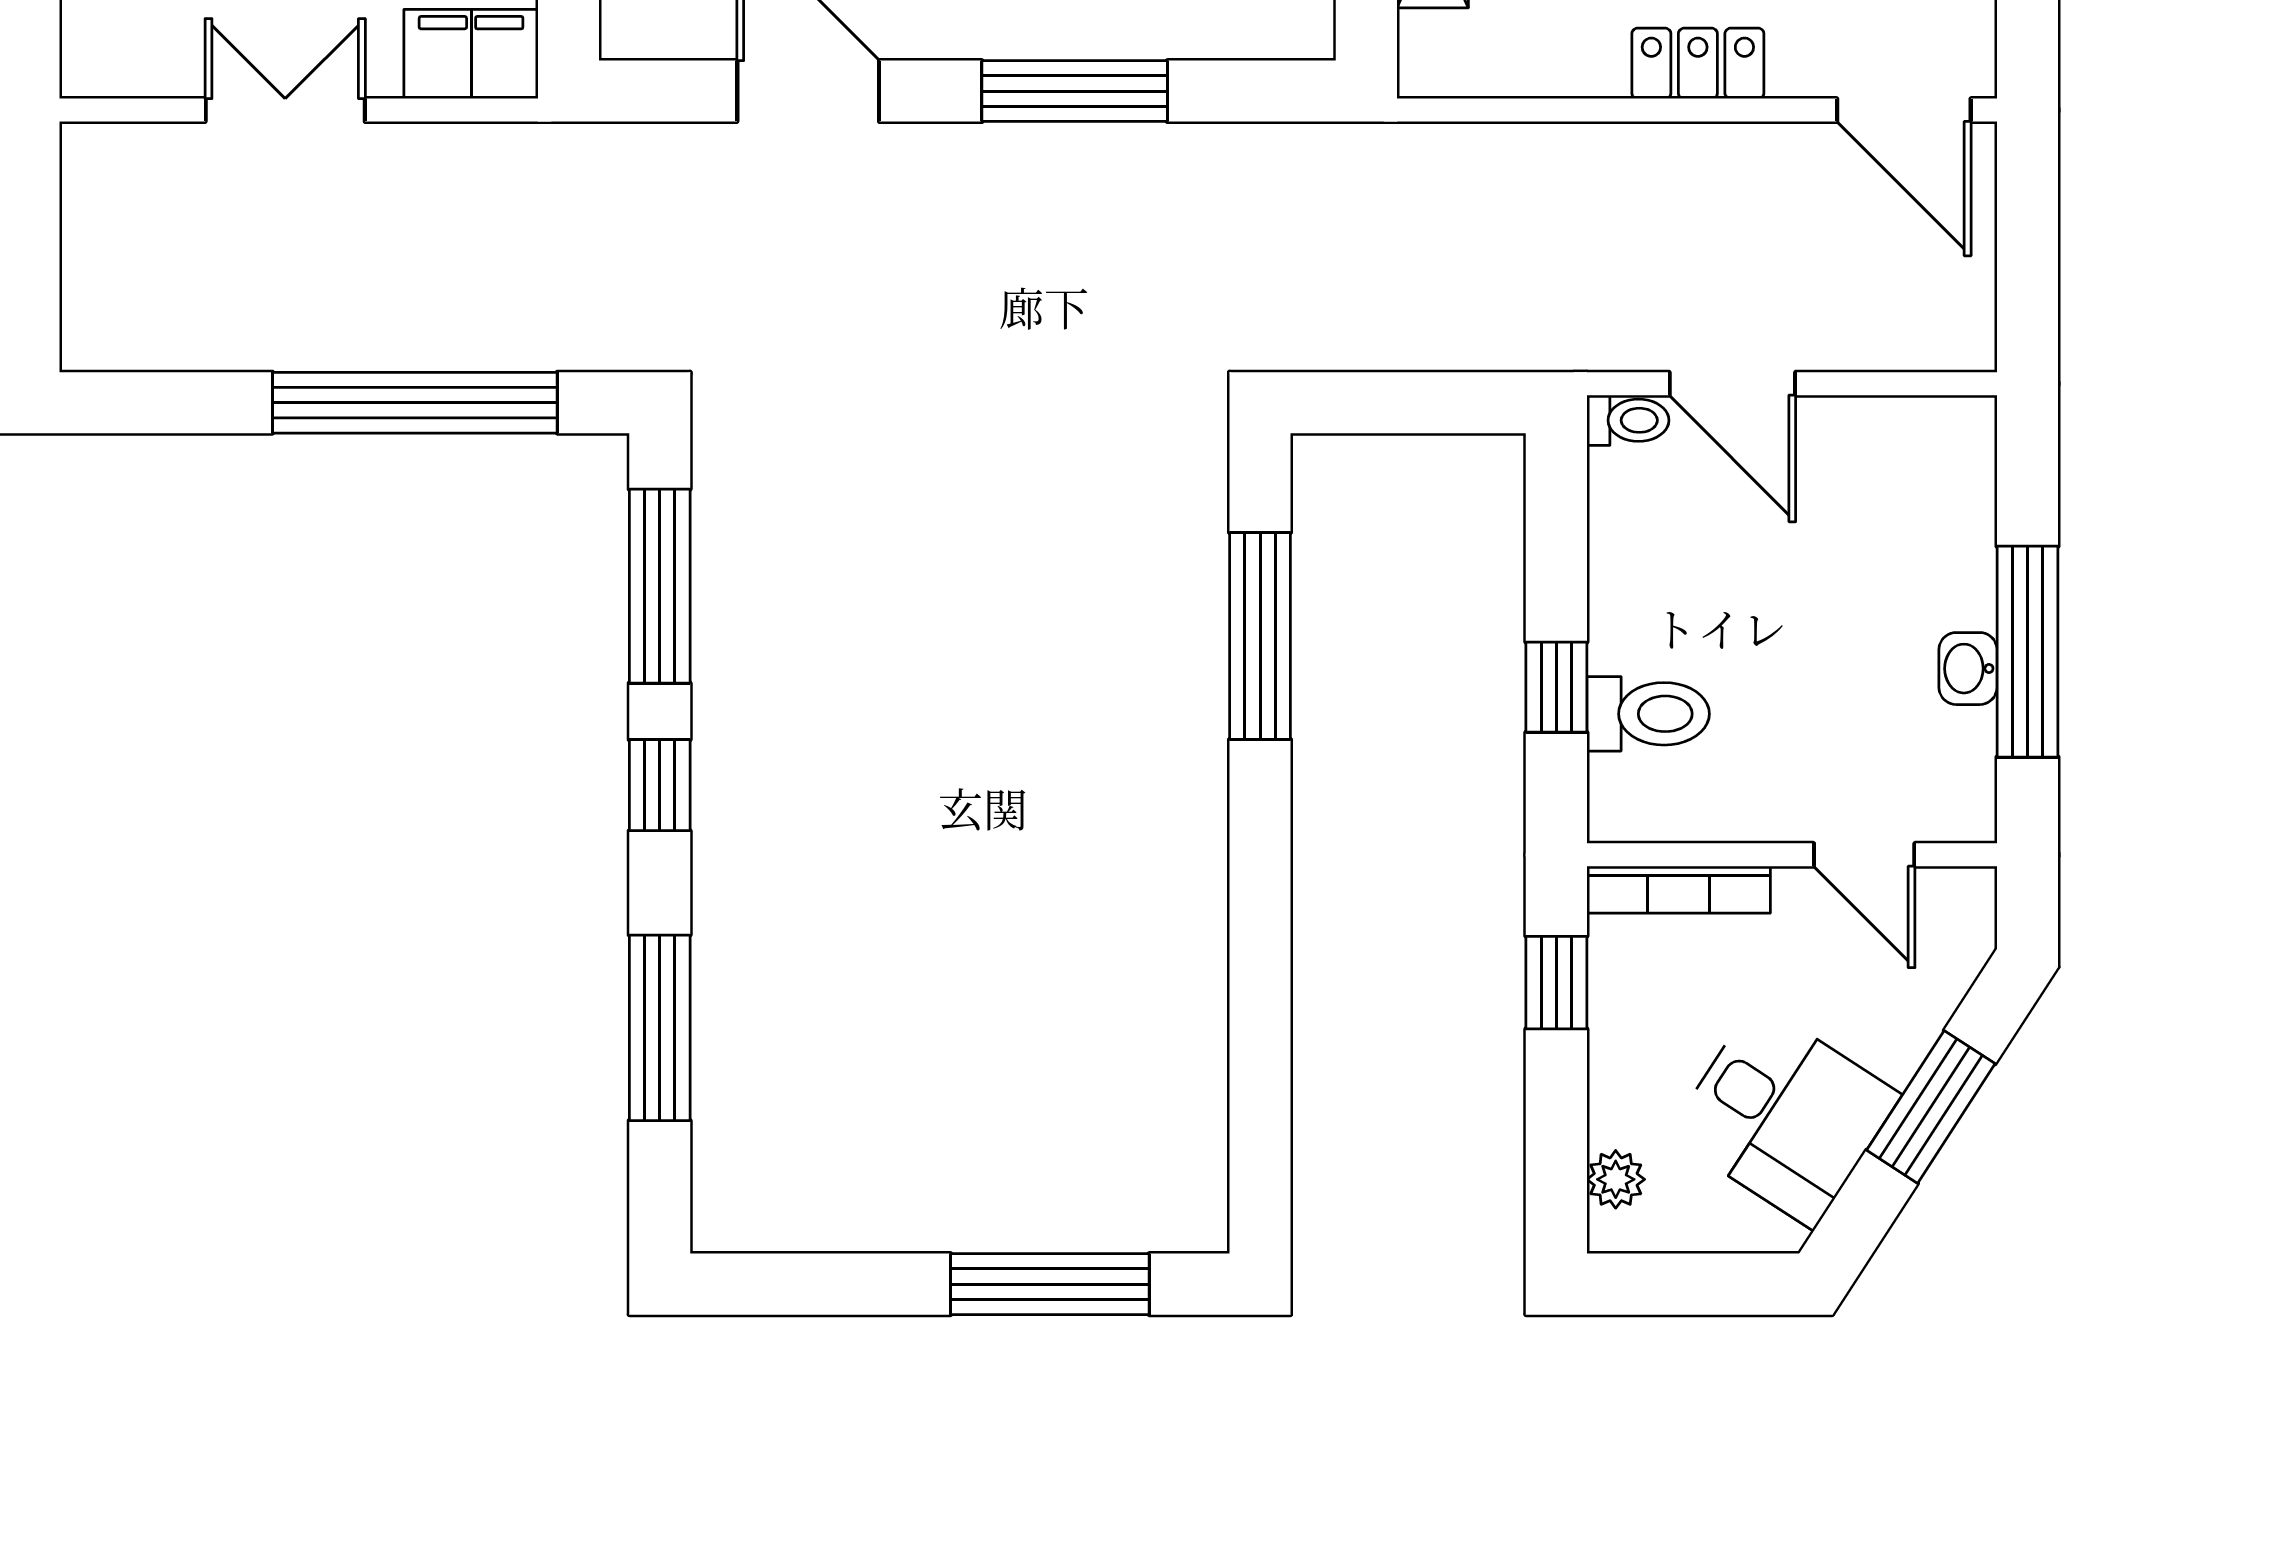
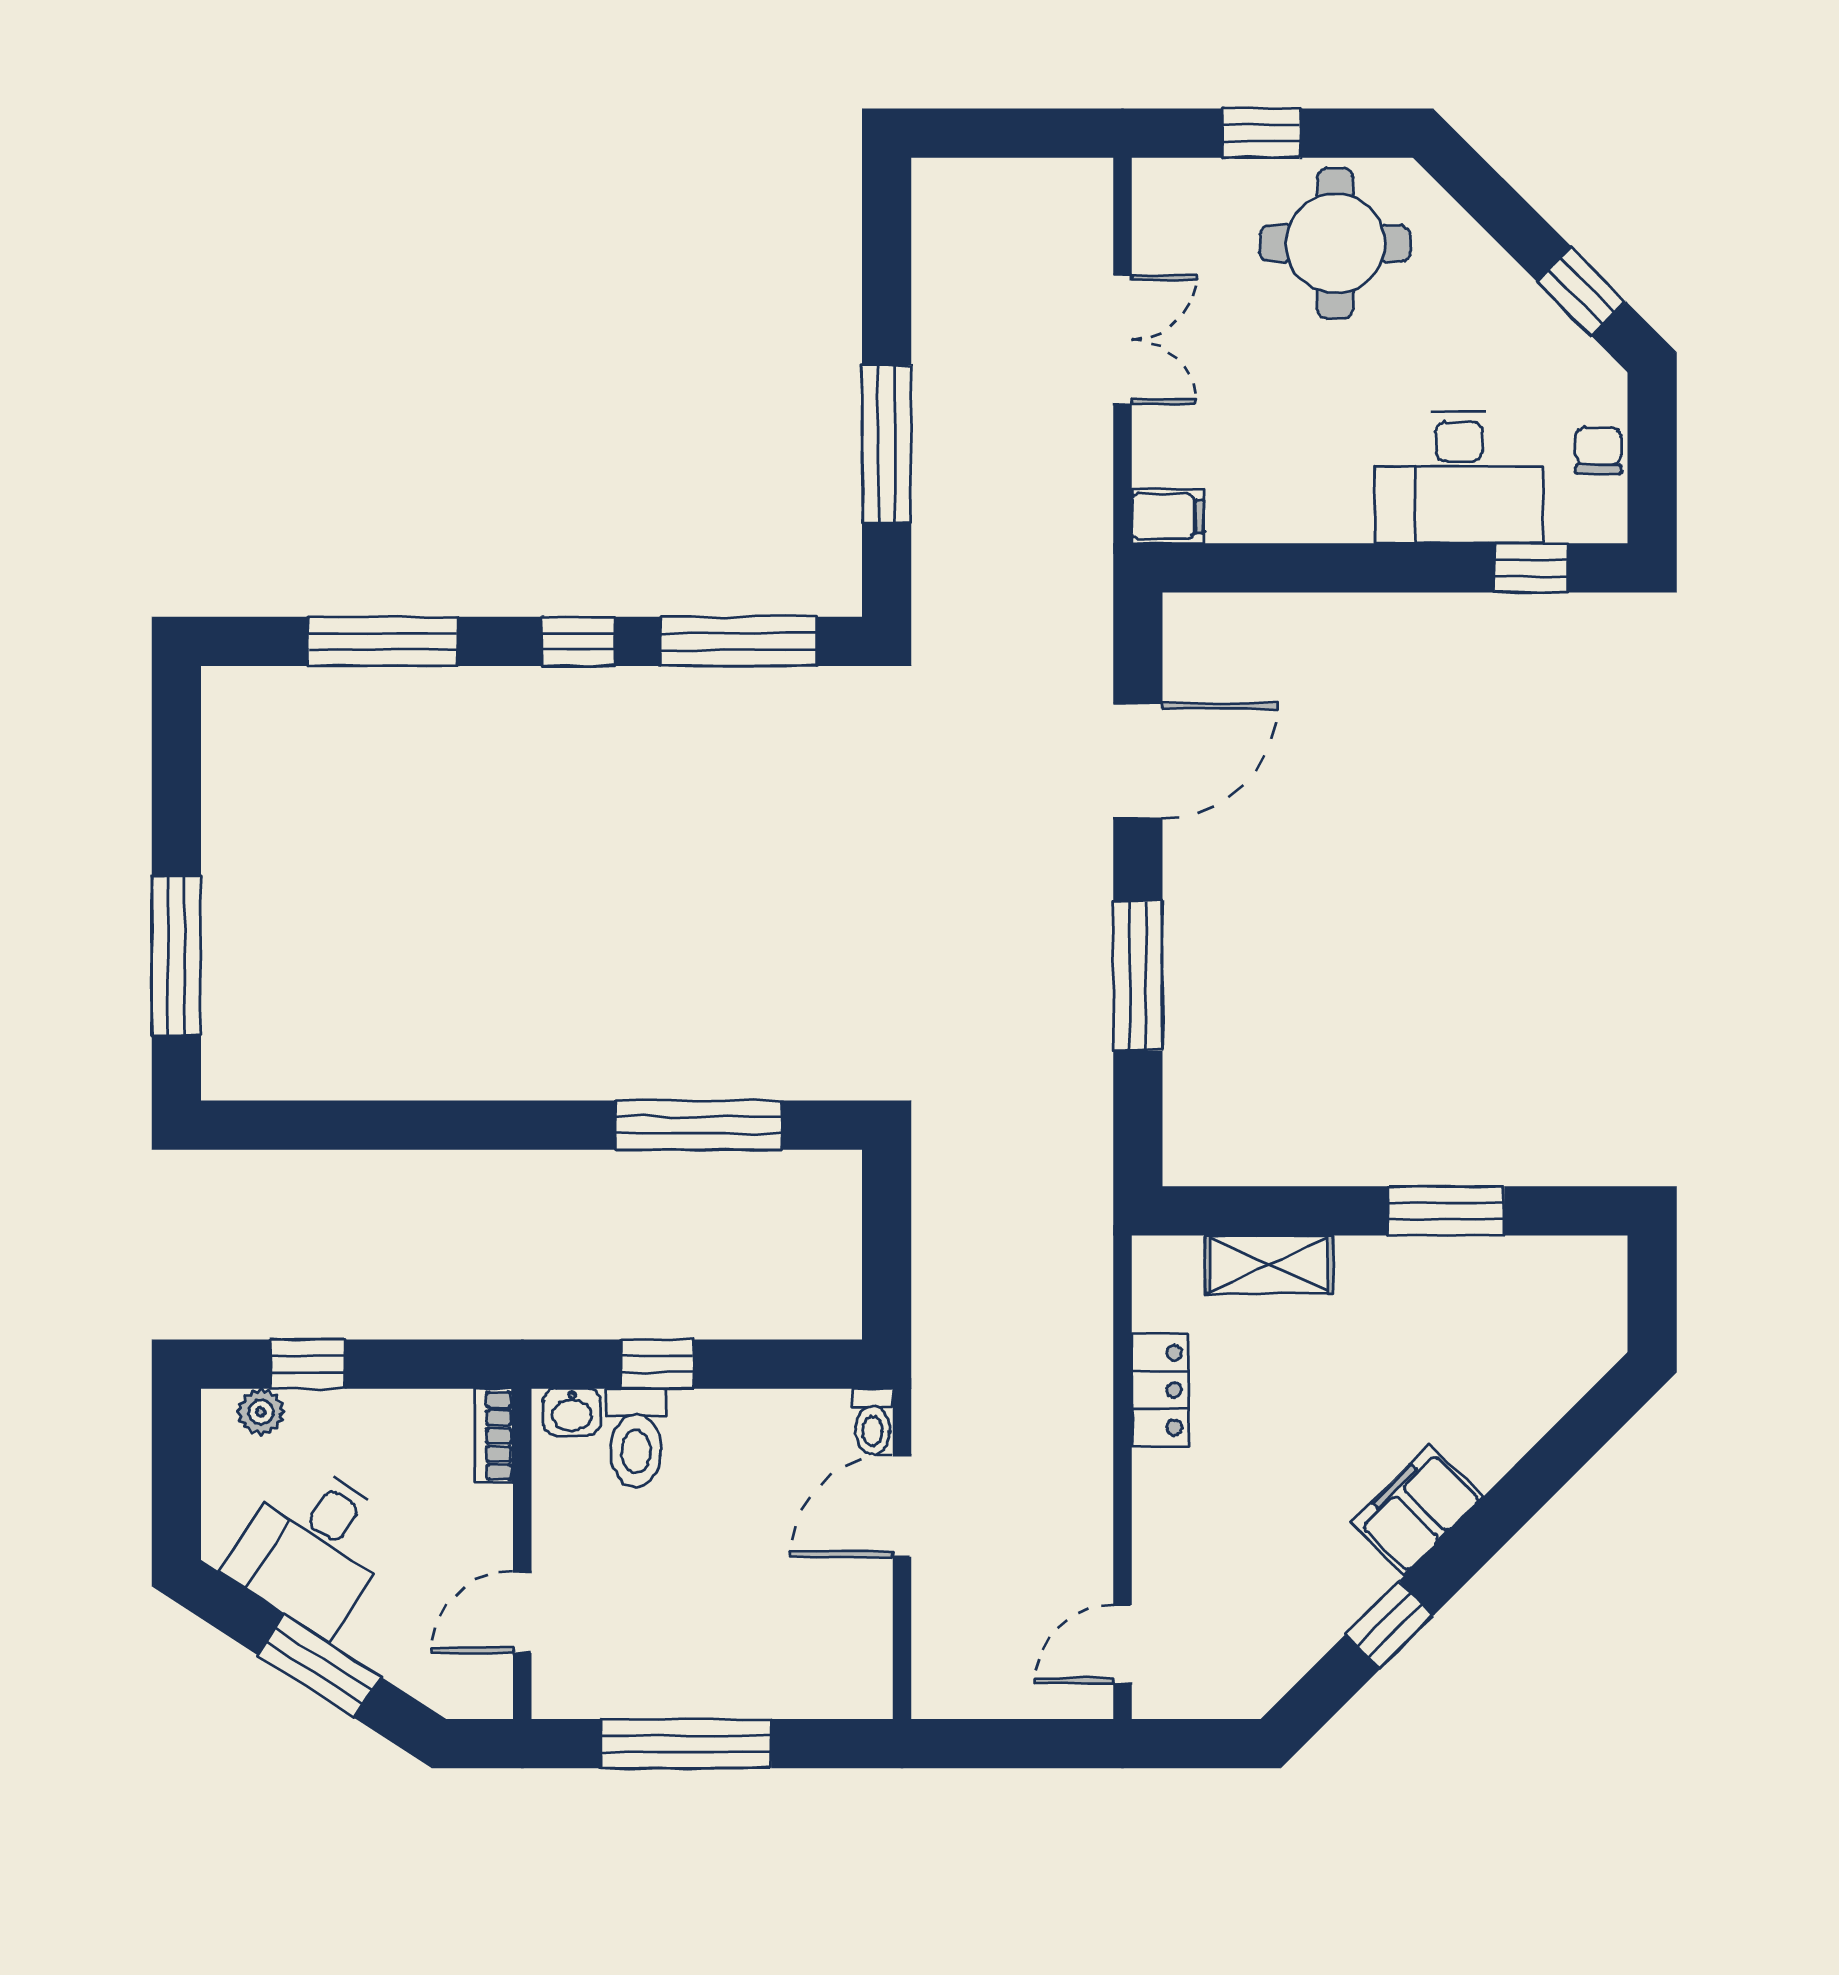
filing cabinet: (471, 54) -> (1168, 516), width x0.50
locker: (1698, 63) -> (1160, 1390), moved
door: (1904, 110) -> (1122, 1644), width x0.73
window: (415, 403) -> (887, 444), width x0.68
washbasin: (1968, 669) -> (572, 1412), moved, turned 180
bookcase: (1679, 890) -> (494, 1436), width x0.64
window: (1556, 983) -> (307, 1364), moved

